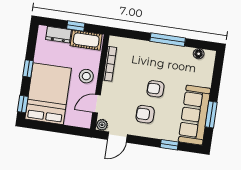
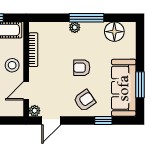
plant: (154, 47) -> (75, 27), added
floor lamp: (199, 54) -> (114, 32), width x1.89, depth x1.89
armchair: (145, 114) -> (85, 100), moved, turned 145

